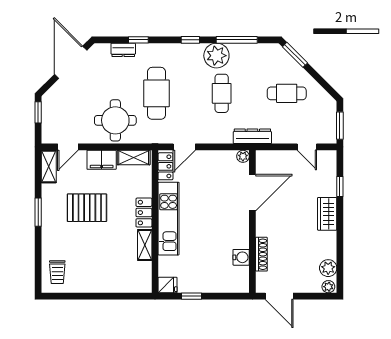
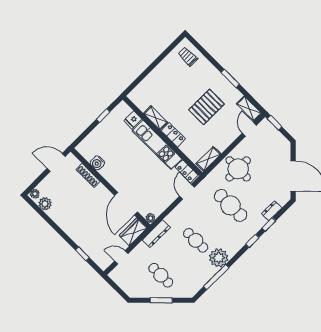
window: (190, 40) -> (252, 241), moved
window: (295, 55) -> (161, 300), moved
cafe table: (287, 93) -> (161, 275), turned 90
window: (38, 112) -> (275, 123), moved
window: (340, 126) -> (115, 286), removed
filing cabinet: (102, 160) -> (224, 140), removed
wardrobe: (327, 214) -> (133, 232), moved, turned -90
fridge: (168, 285) -> (133, 120), moved

